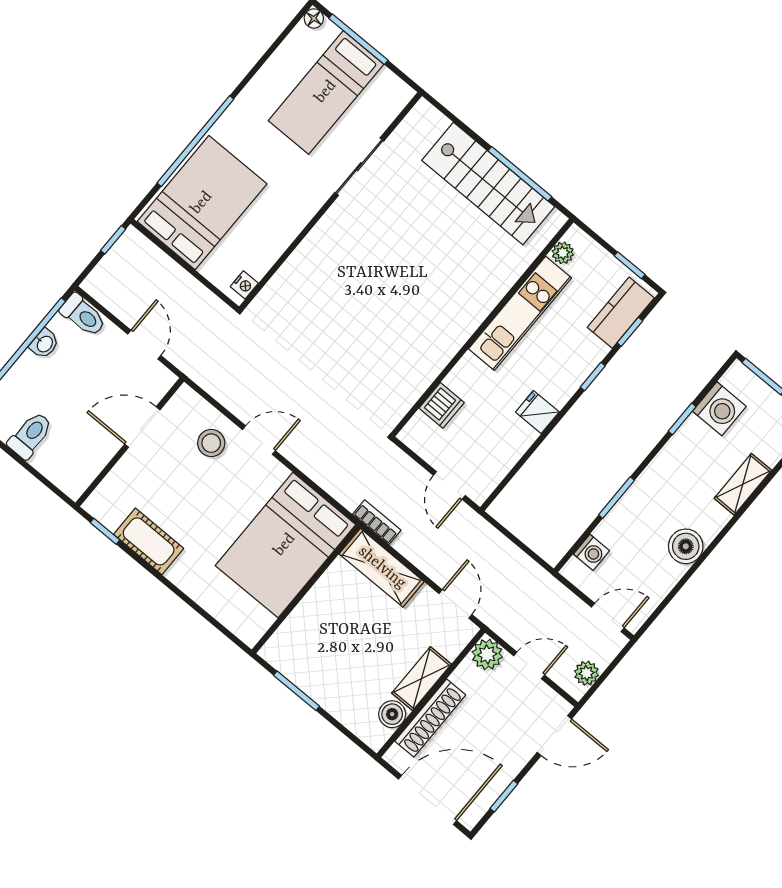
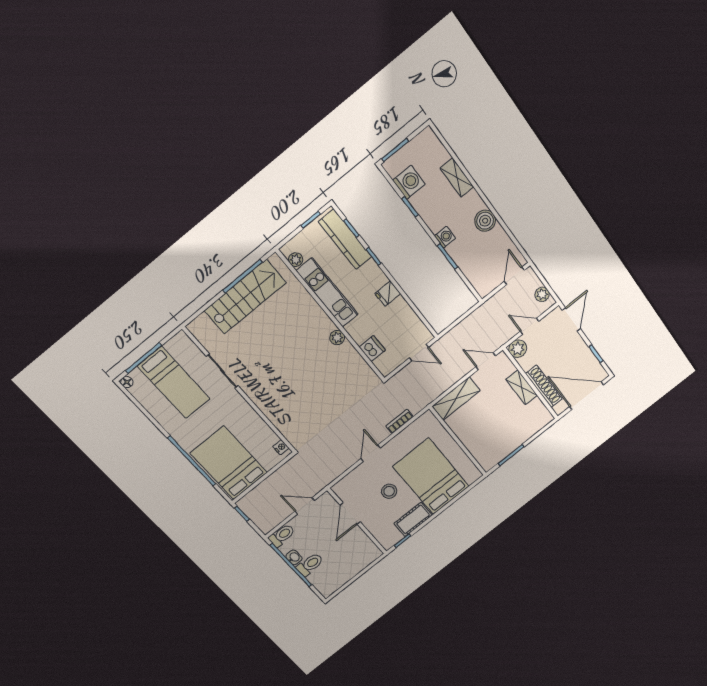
kitchen counter: (621, 313) -> (345, 239), width x1.50
plant: (449, 343) -> (337, 338), added
toilet: (30, 435) -> (310, 565), moved, turned 90
stool: (211, 443) -> (389, 491), moved
bookcase: (377, 522) -> (400, 421), moved
bed: (285, 545) -> (431, 476), moved, turned 180
washing machine: (591, 552) -> (445, 237), moved
door: (529, 665) -> (530, 326), hinge flipped
boiler: (392, 714) -> (536, 407), removed
door: (427, 800) -> (587, 396), hinge flipped

